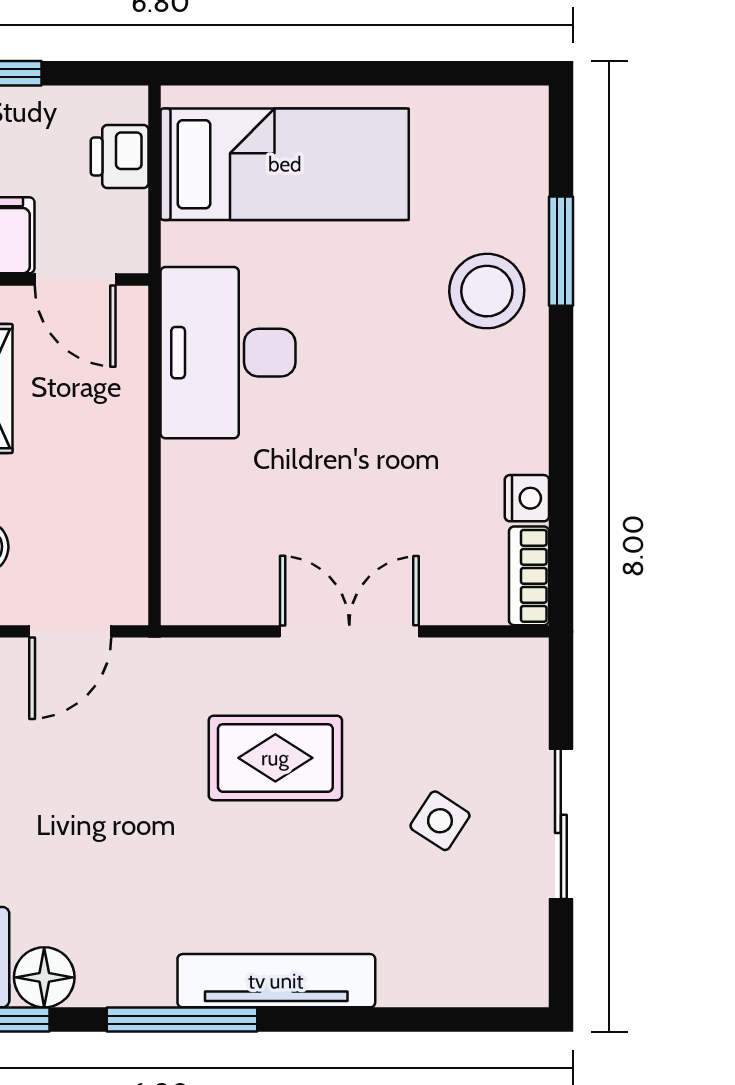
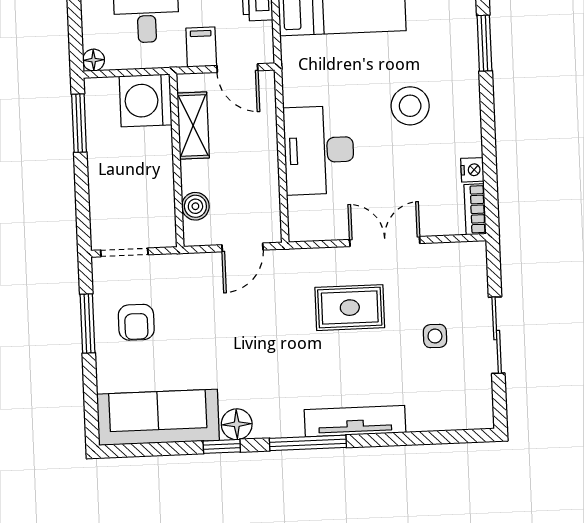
stool: (487, 291) -> (410, 106), moved
desk: (228, 353) -> (319, 150), moved
side table: (440, 821) -> (435, 336), turned -33

